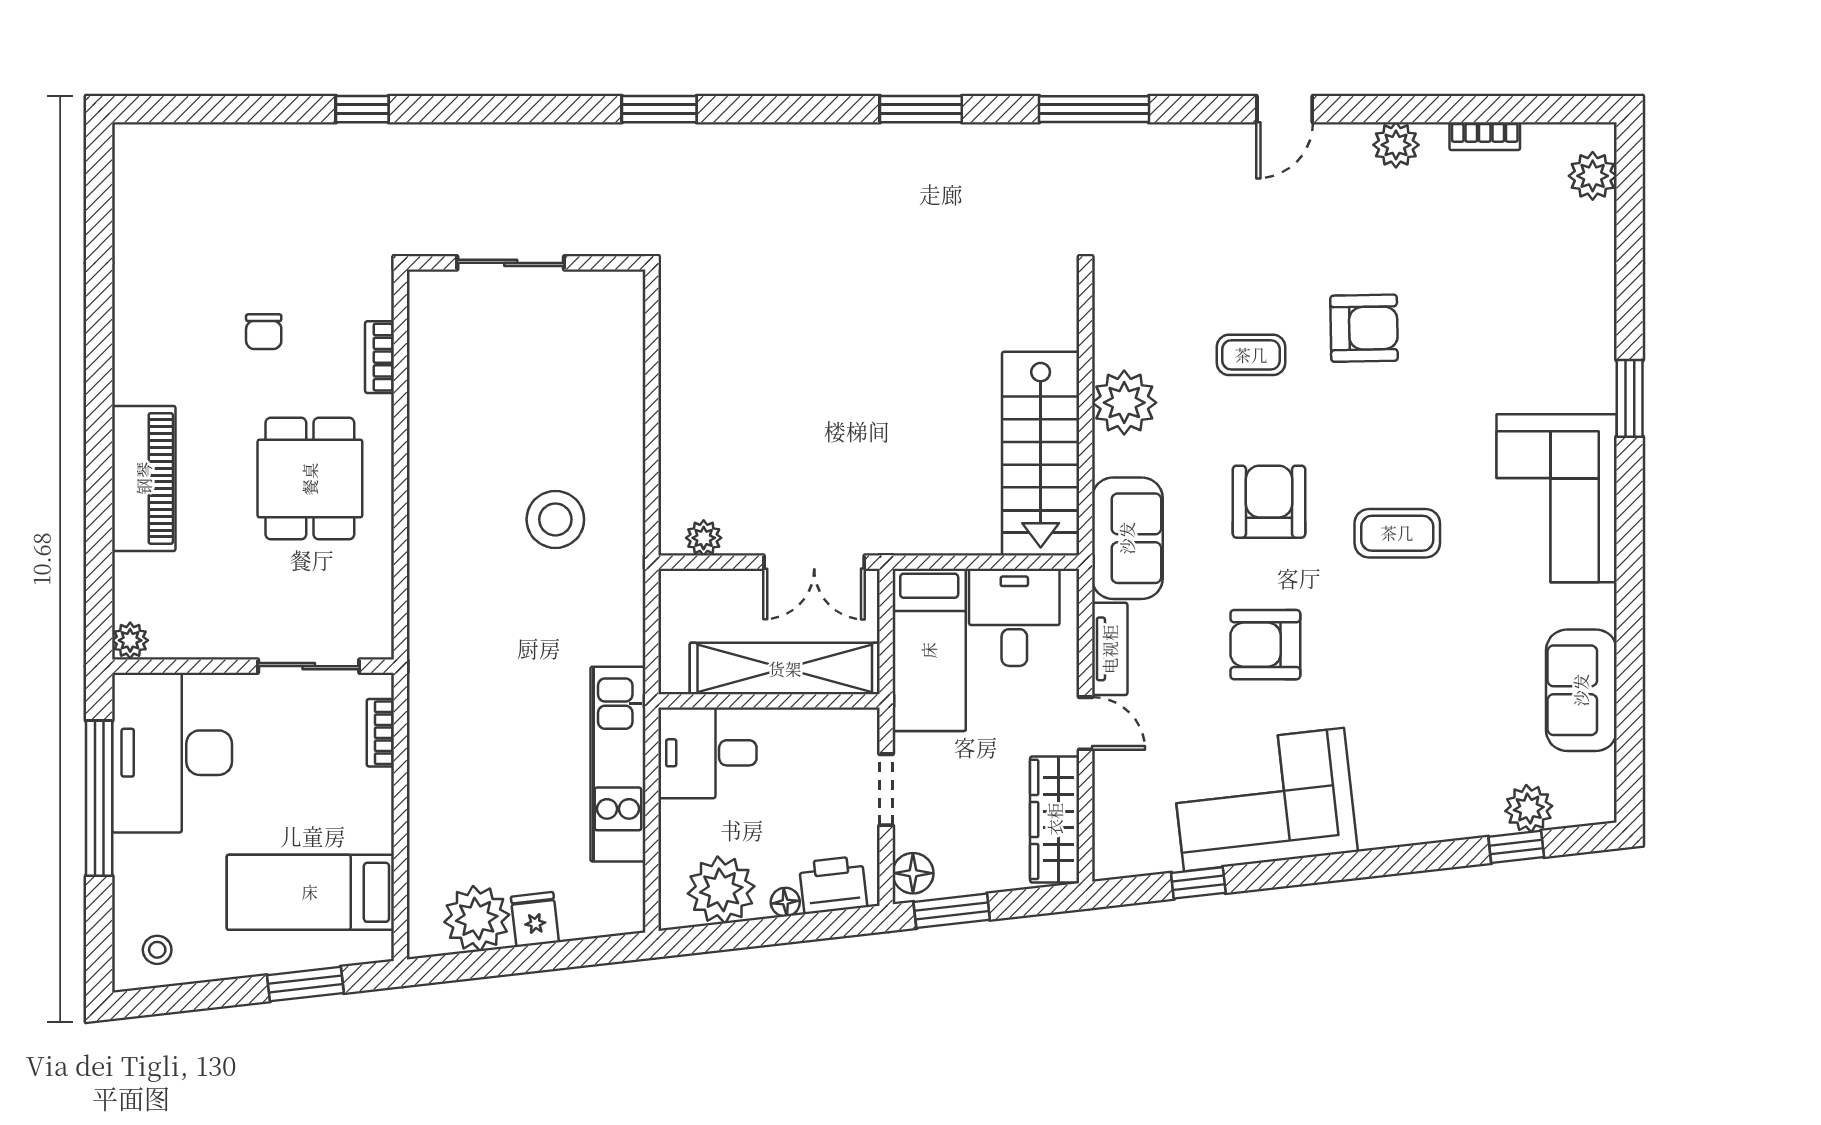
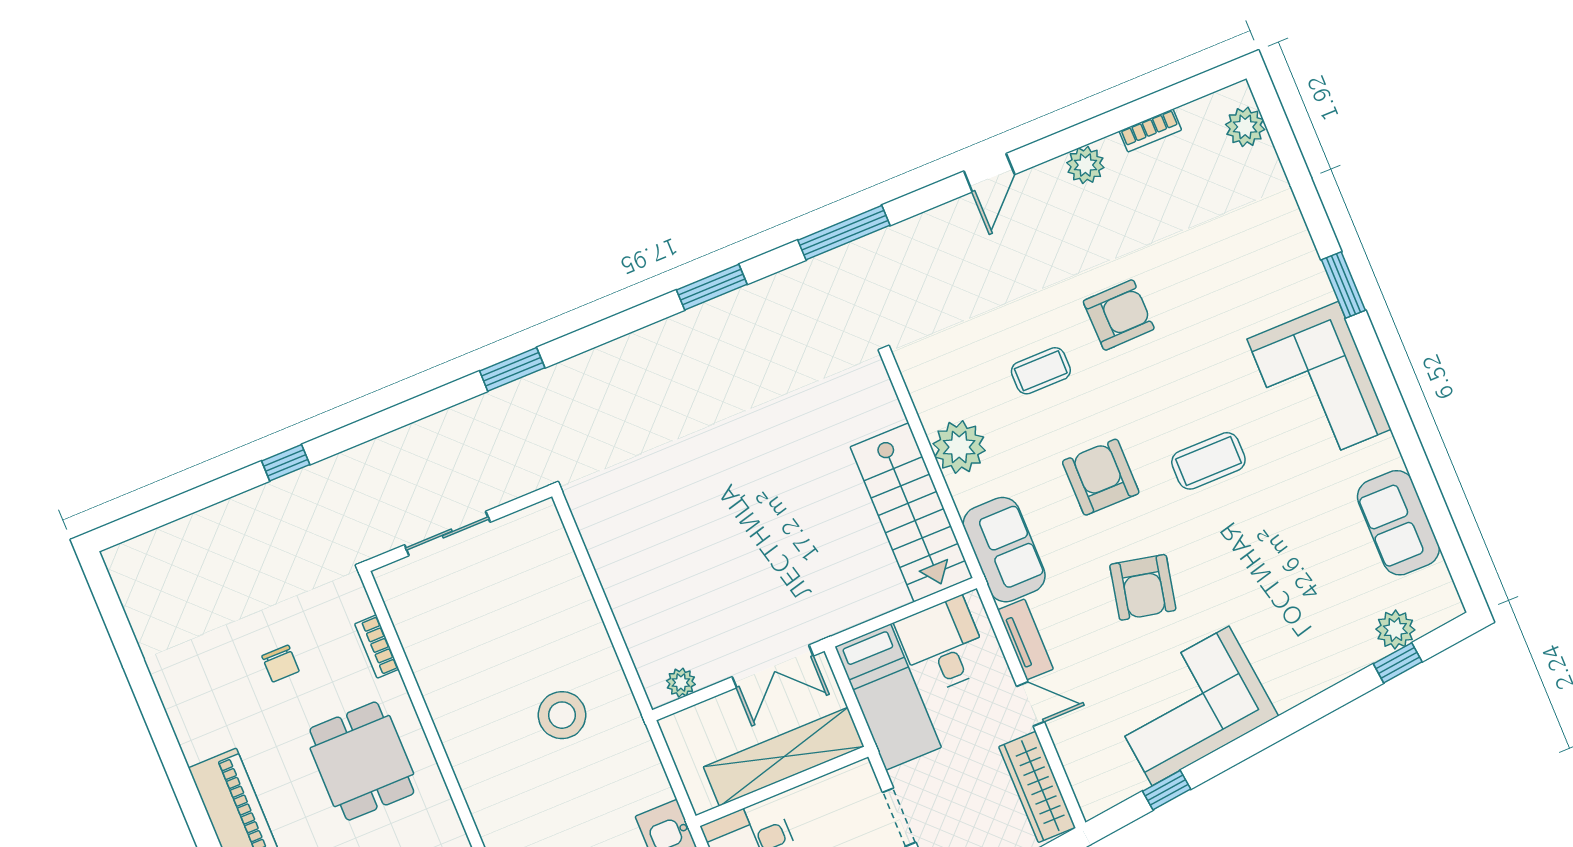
armchair: (1265, 645) -> (1143, 587), turned -78

